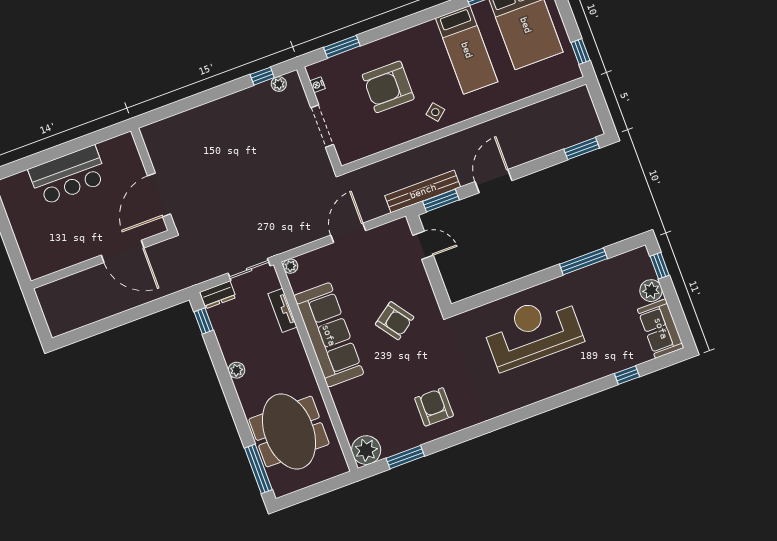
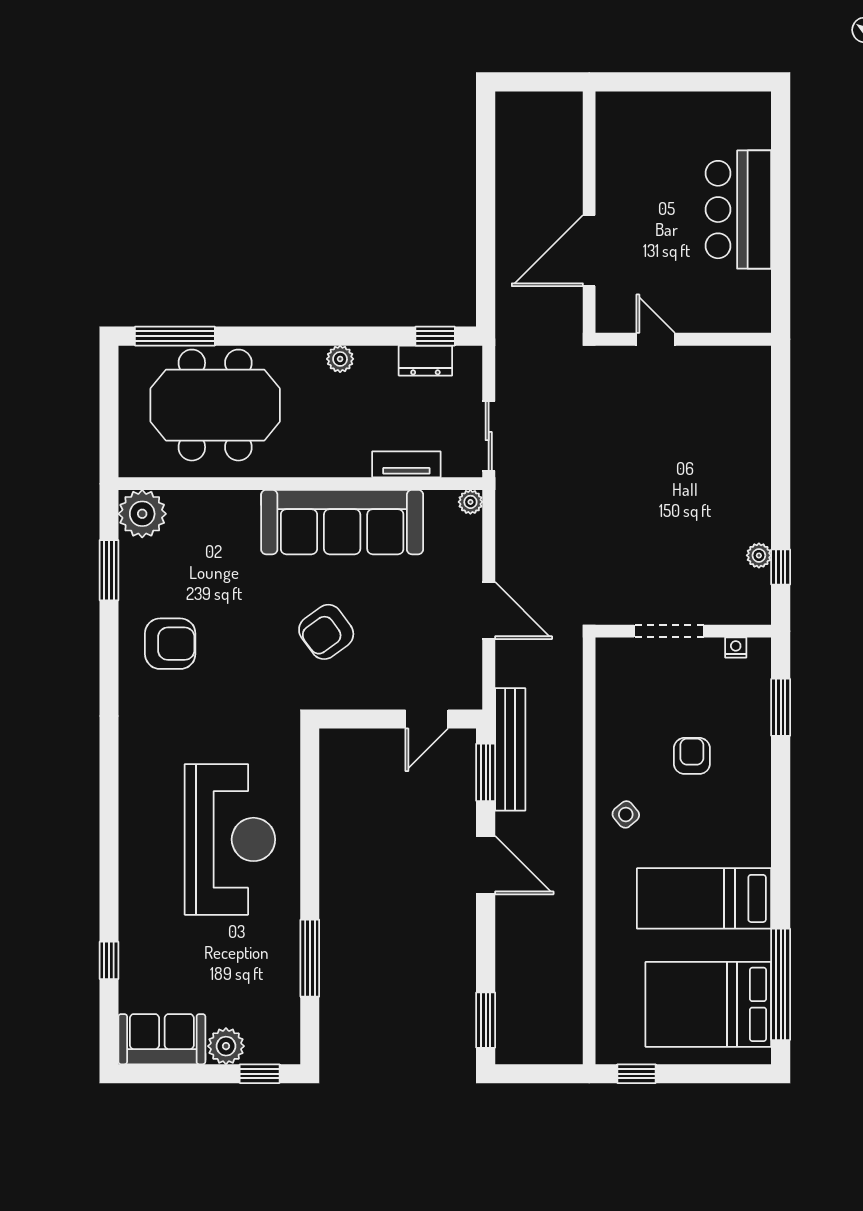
plant: (279, 84) -> (759, 555), moved
armchair: (388, 87) -> (692, 756), width x0.53, depth x0.53
door: (159, 195) -> (656, 339), width x0.53
dresser: (218, 295) -> (425, 361), moved, turned -90

